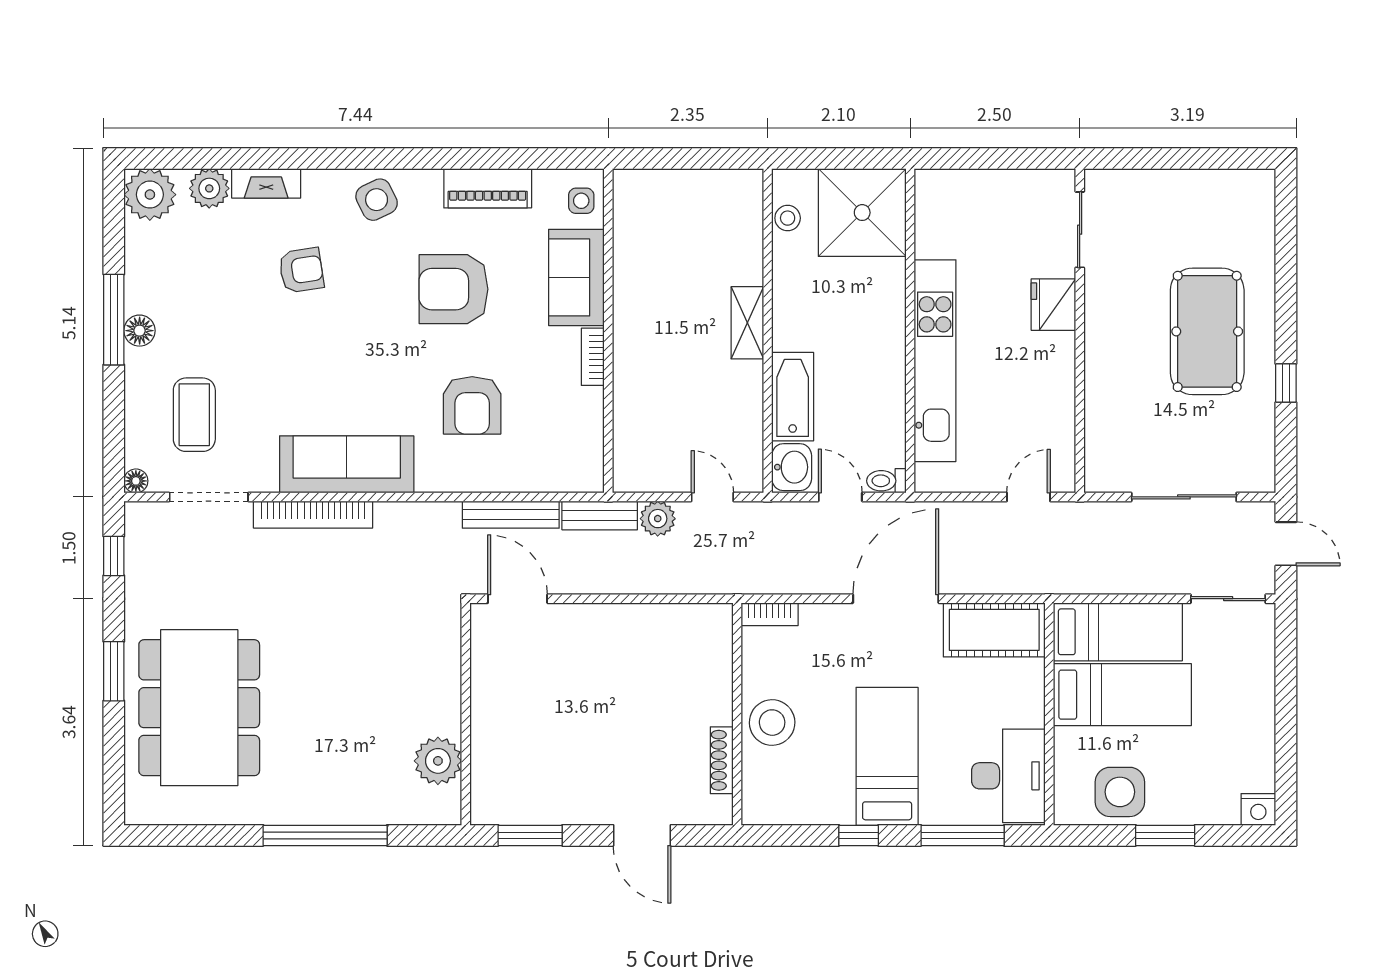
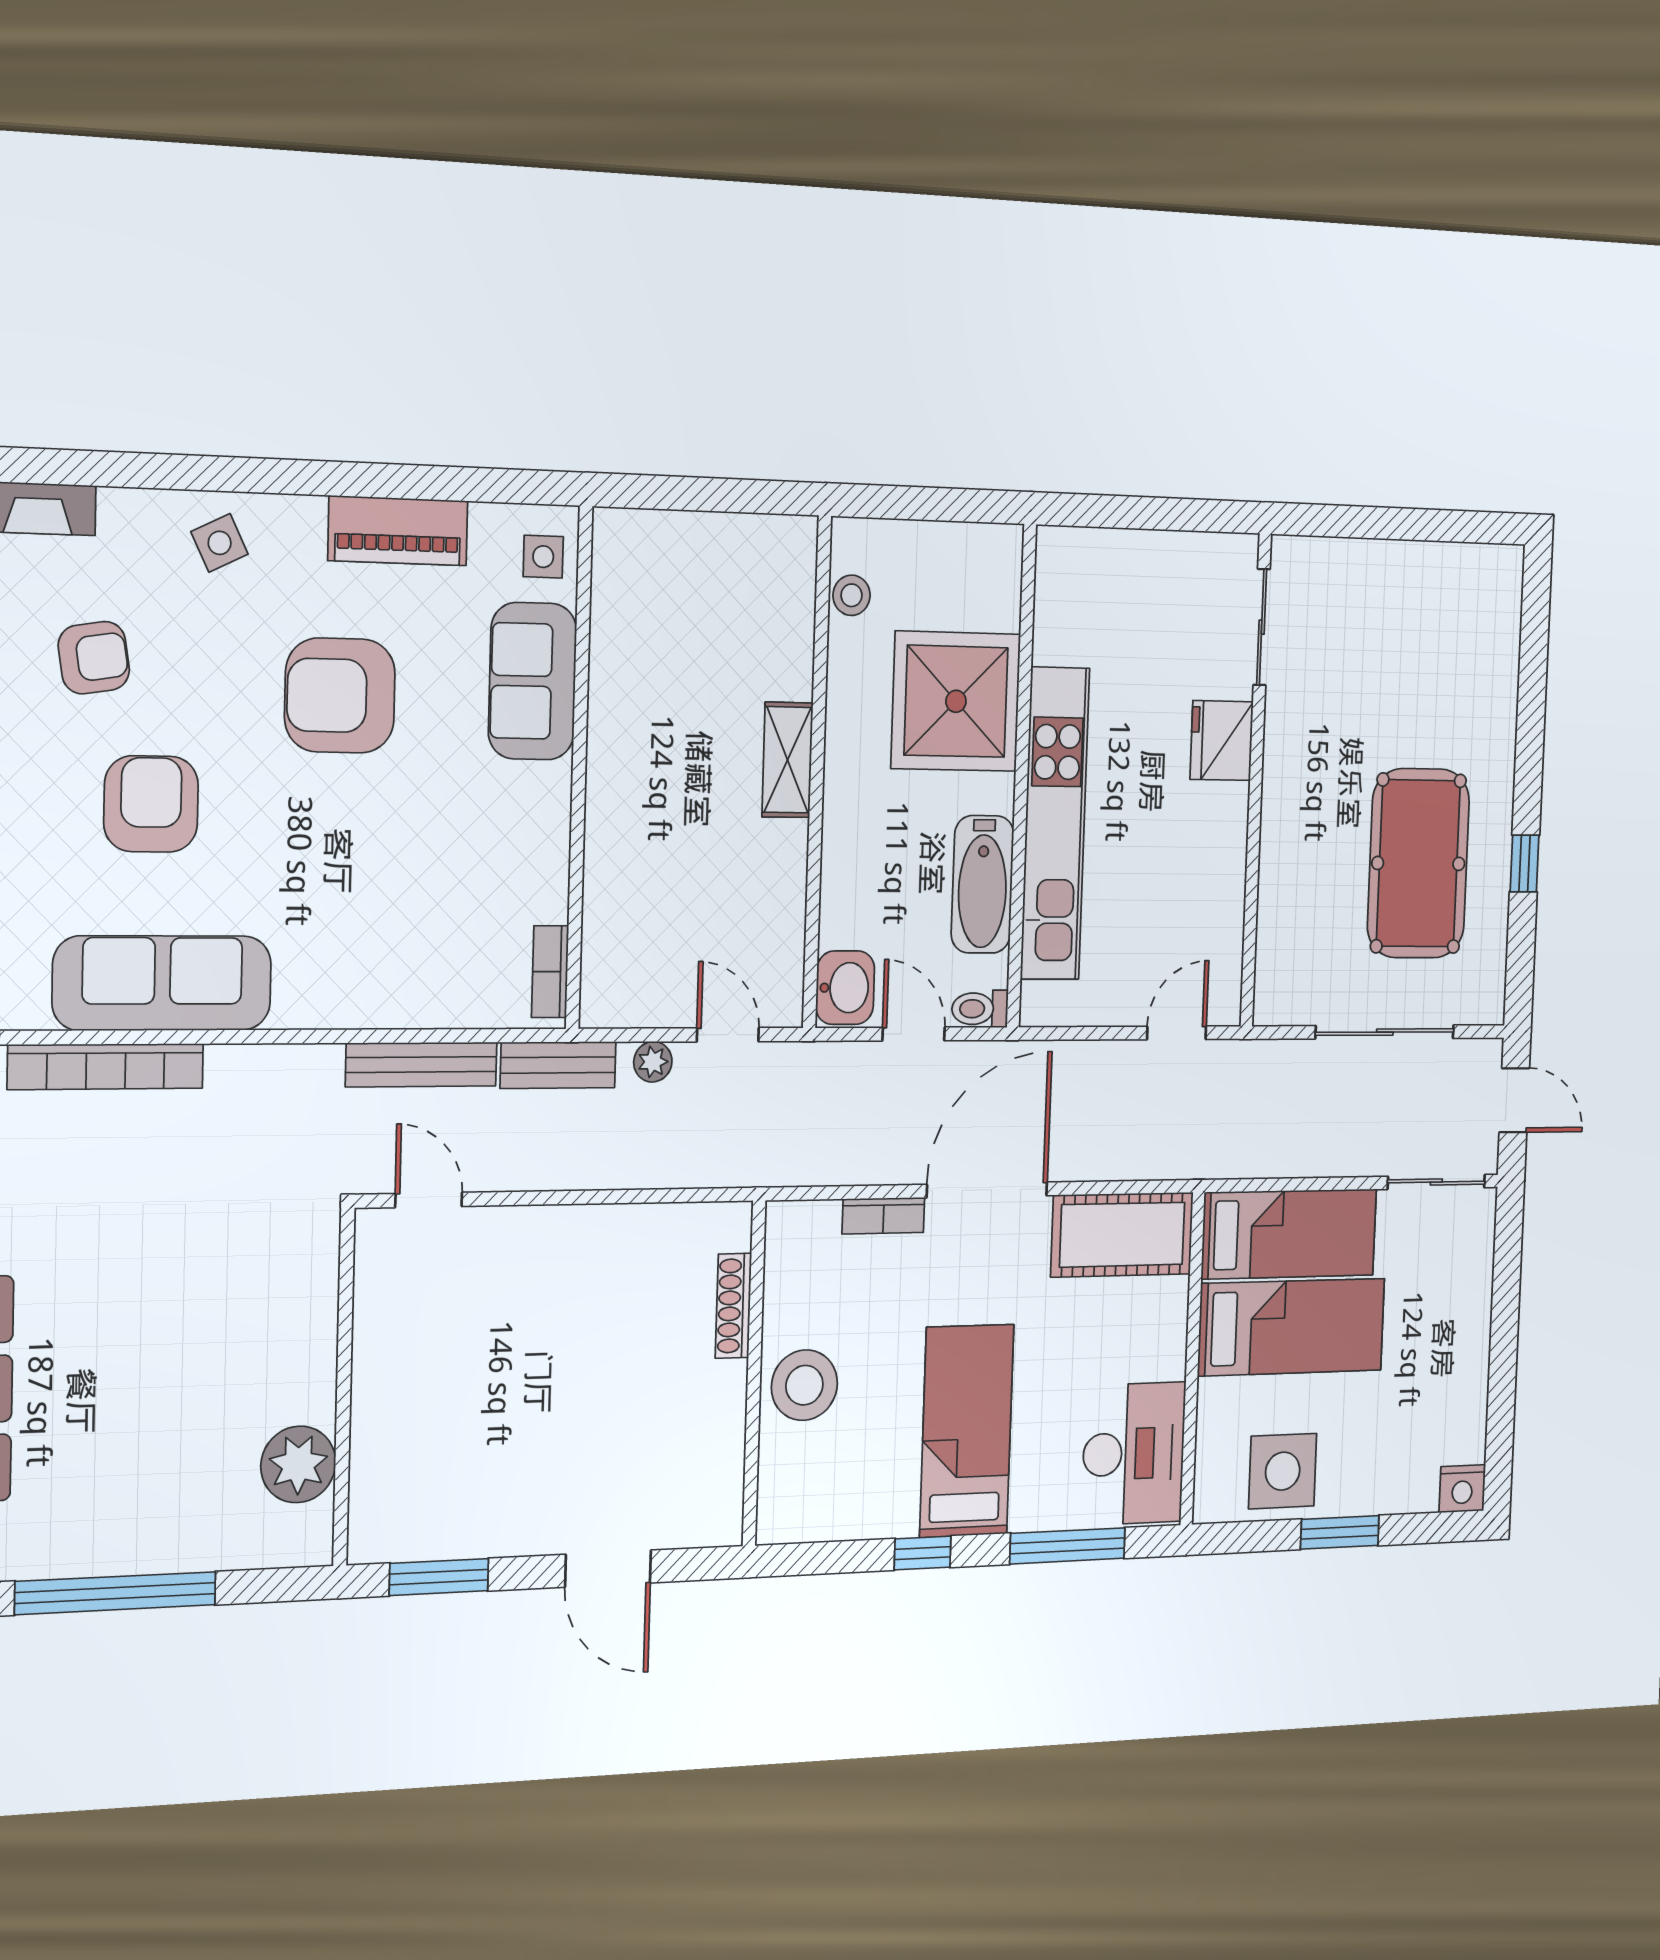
side table: (377, 200) -> (220, 543), width x0.73, depth x0.73
shower: (862, 213) -> (956, 701), moved
pool table: (1207, 331) -> (1418, 863), moved
bookcase: (593, 357) -> (550, 972), moved
bathtub: (793, 397) -> (983, 884), moved, turned 180
armchair: (472, 405) -> (151, 804), moved, turned 180
plant: (658, 519) -> (653, 1062), width x0.73, depth x0.73
door: (518, 599) -> (429, 1200), width x0.73
bookcase: (770, 614) -> (883, 1216), moved
shoe rack: (722, 760) -> (733, 1306), moved

